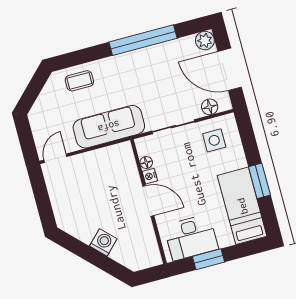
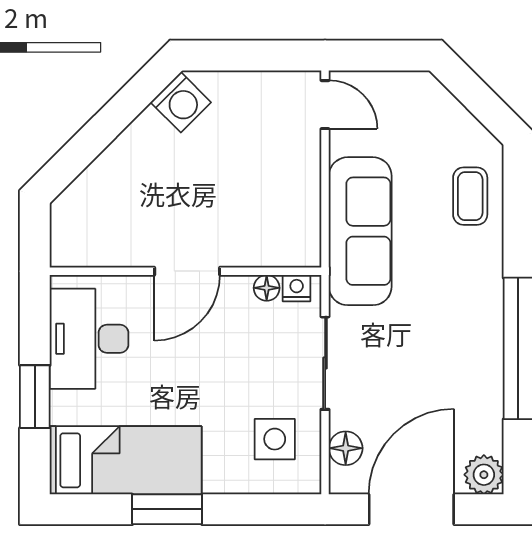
nightstand: (150, 176) -> (297, 288), moved
washing machine: (103, 242) -> (181, 102), moved
window: (208, 259) -> (35, 397), moved

